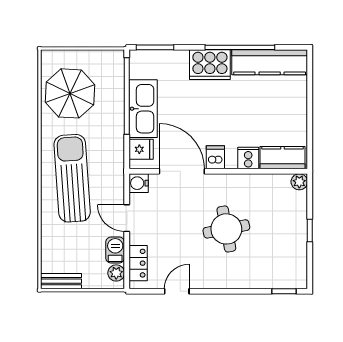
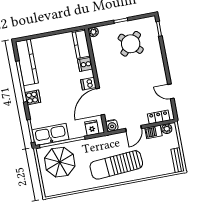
cooker: (210, 65) -> (33, 97), width x0.53, depth x0.76
parasol: (70, 93) -> (60, 162), moved
kitchen sink: (143, 109) -> (50, 134), moved
round table: (226, 229) -> (131, 44), moved, turned -34

